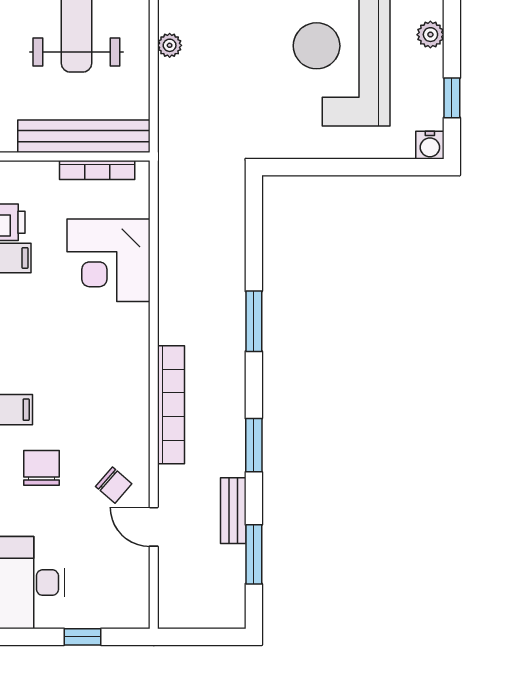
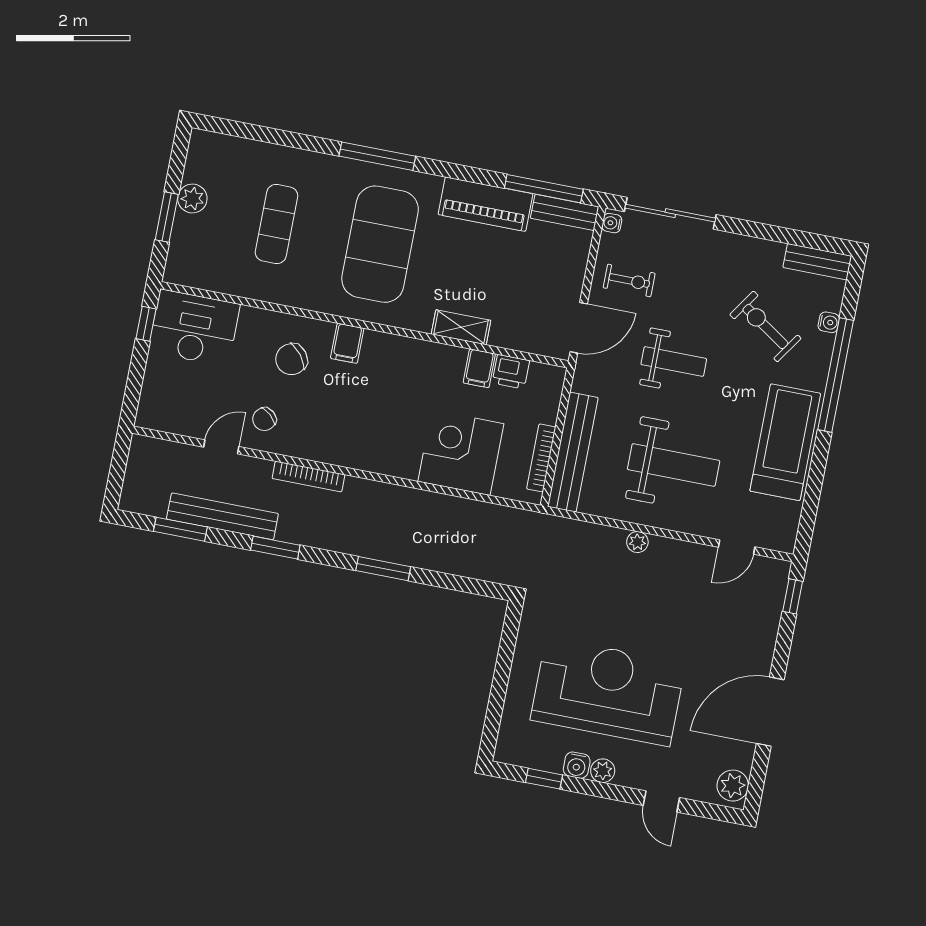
water cooler: (430, 145) -> (577, 765), moved, turned -90
bookcase: (171, 405) -> (308, 477), width x0.68, depth x0.76
chair: (42, 468) -> (291, 359), turned 142
bench: (233, 511) -> (222, 516), width x1.86, depth x1.21
window: (82, 637) -> (146, 324), moved

